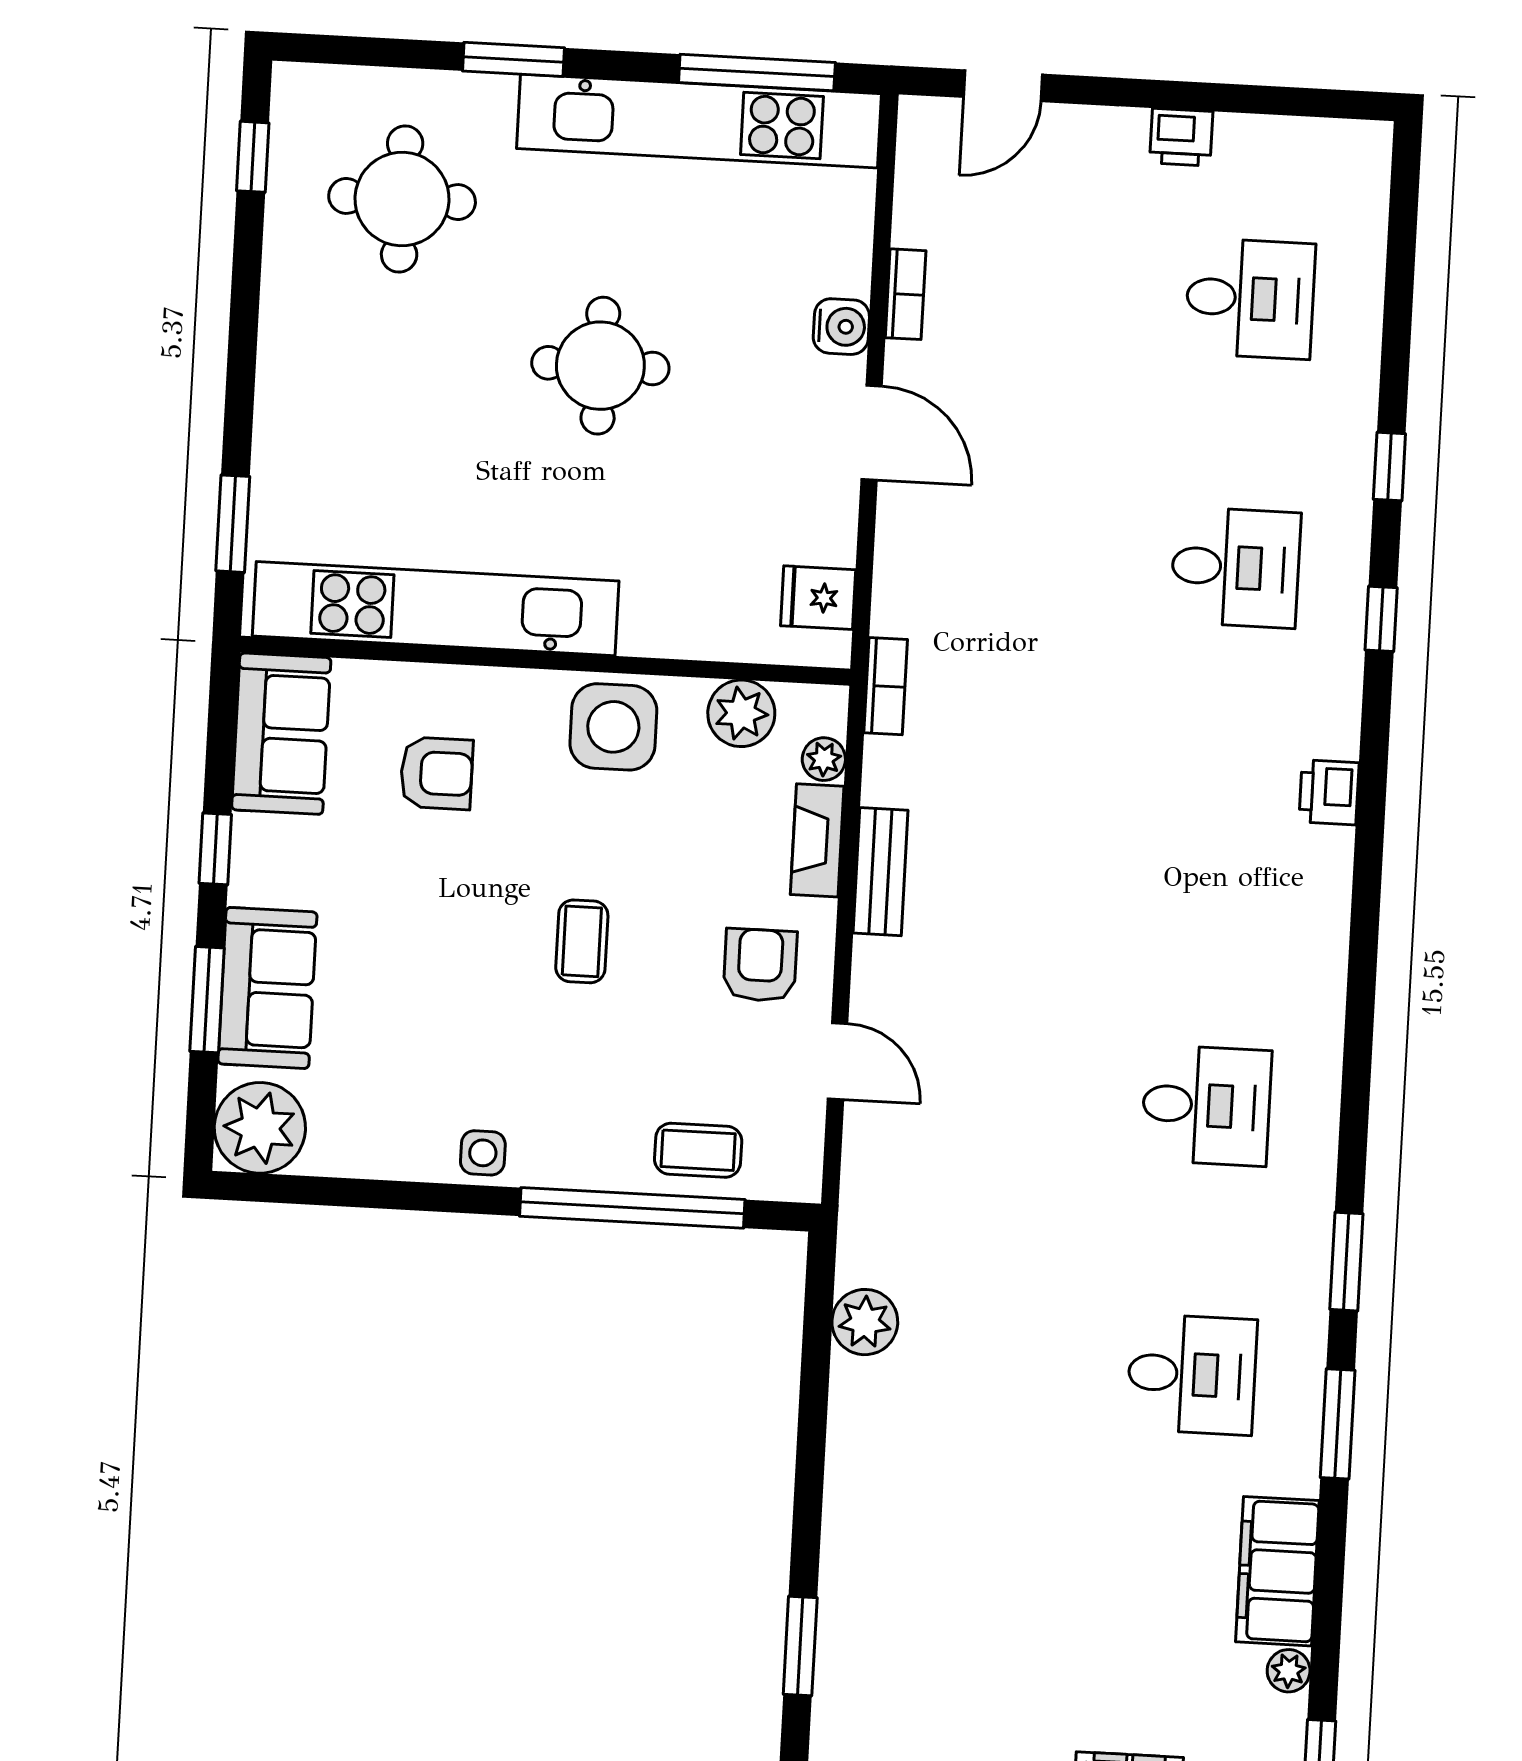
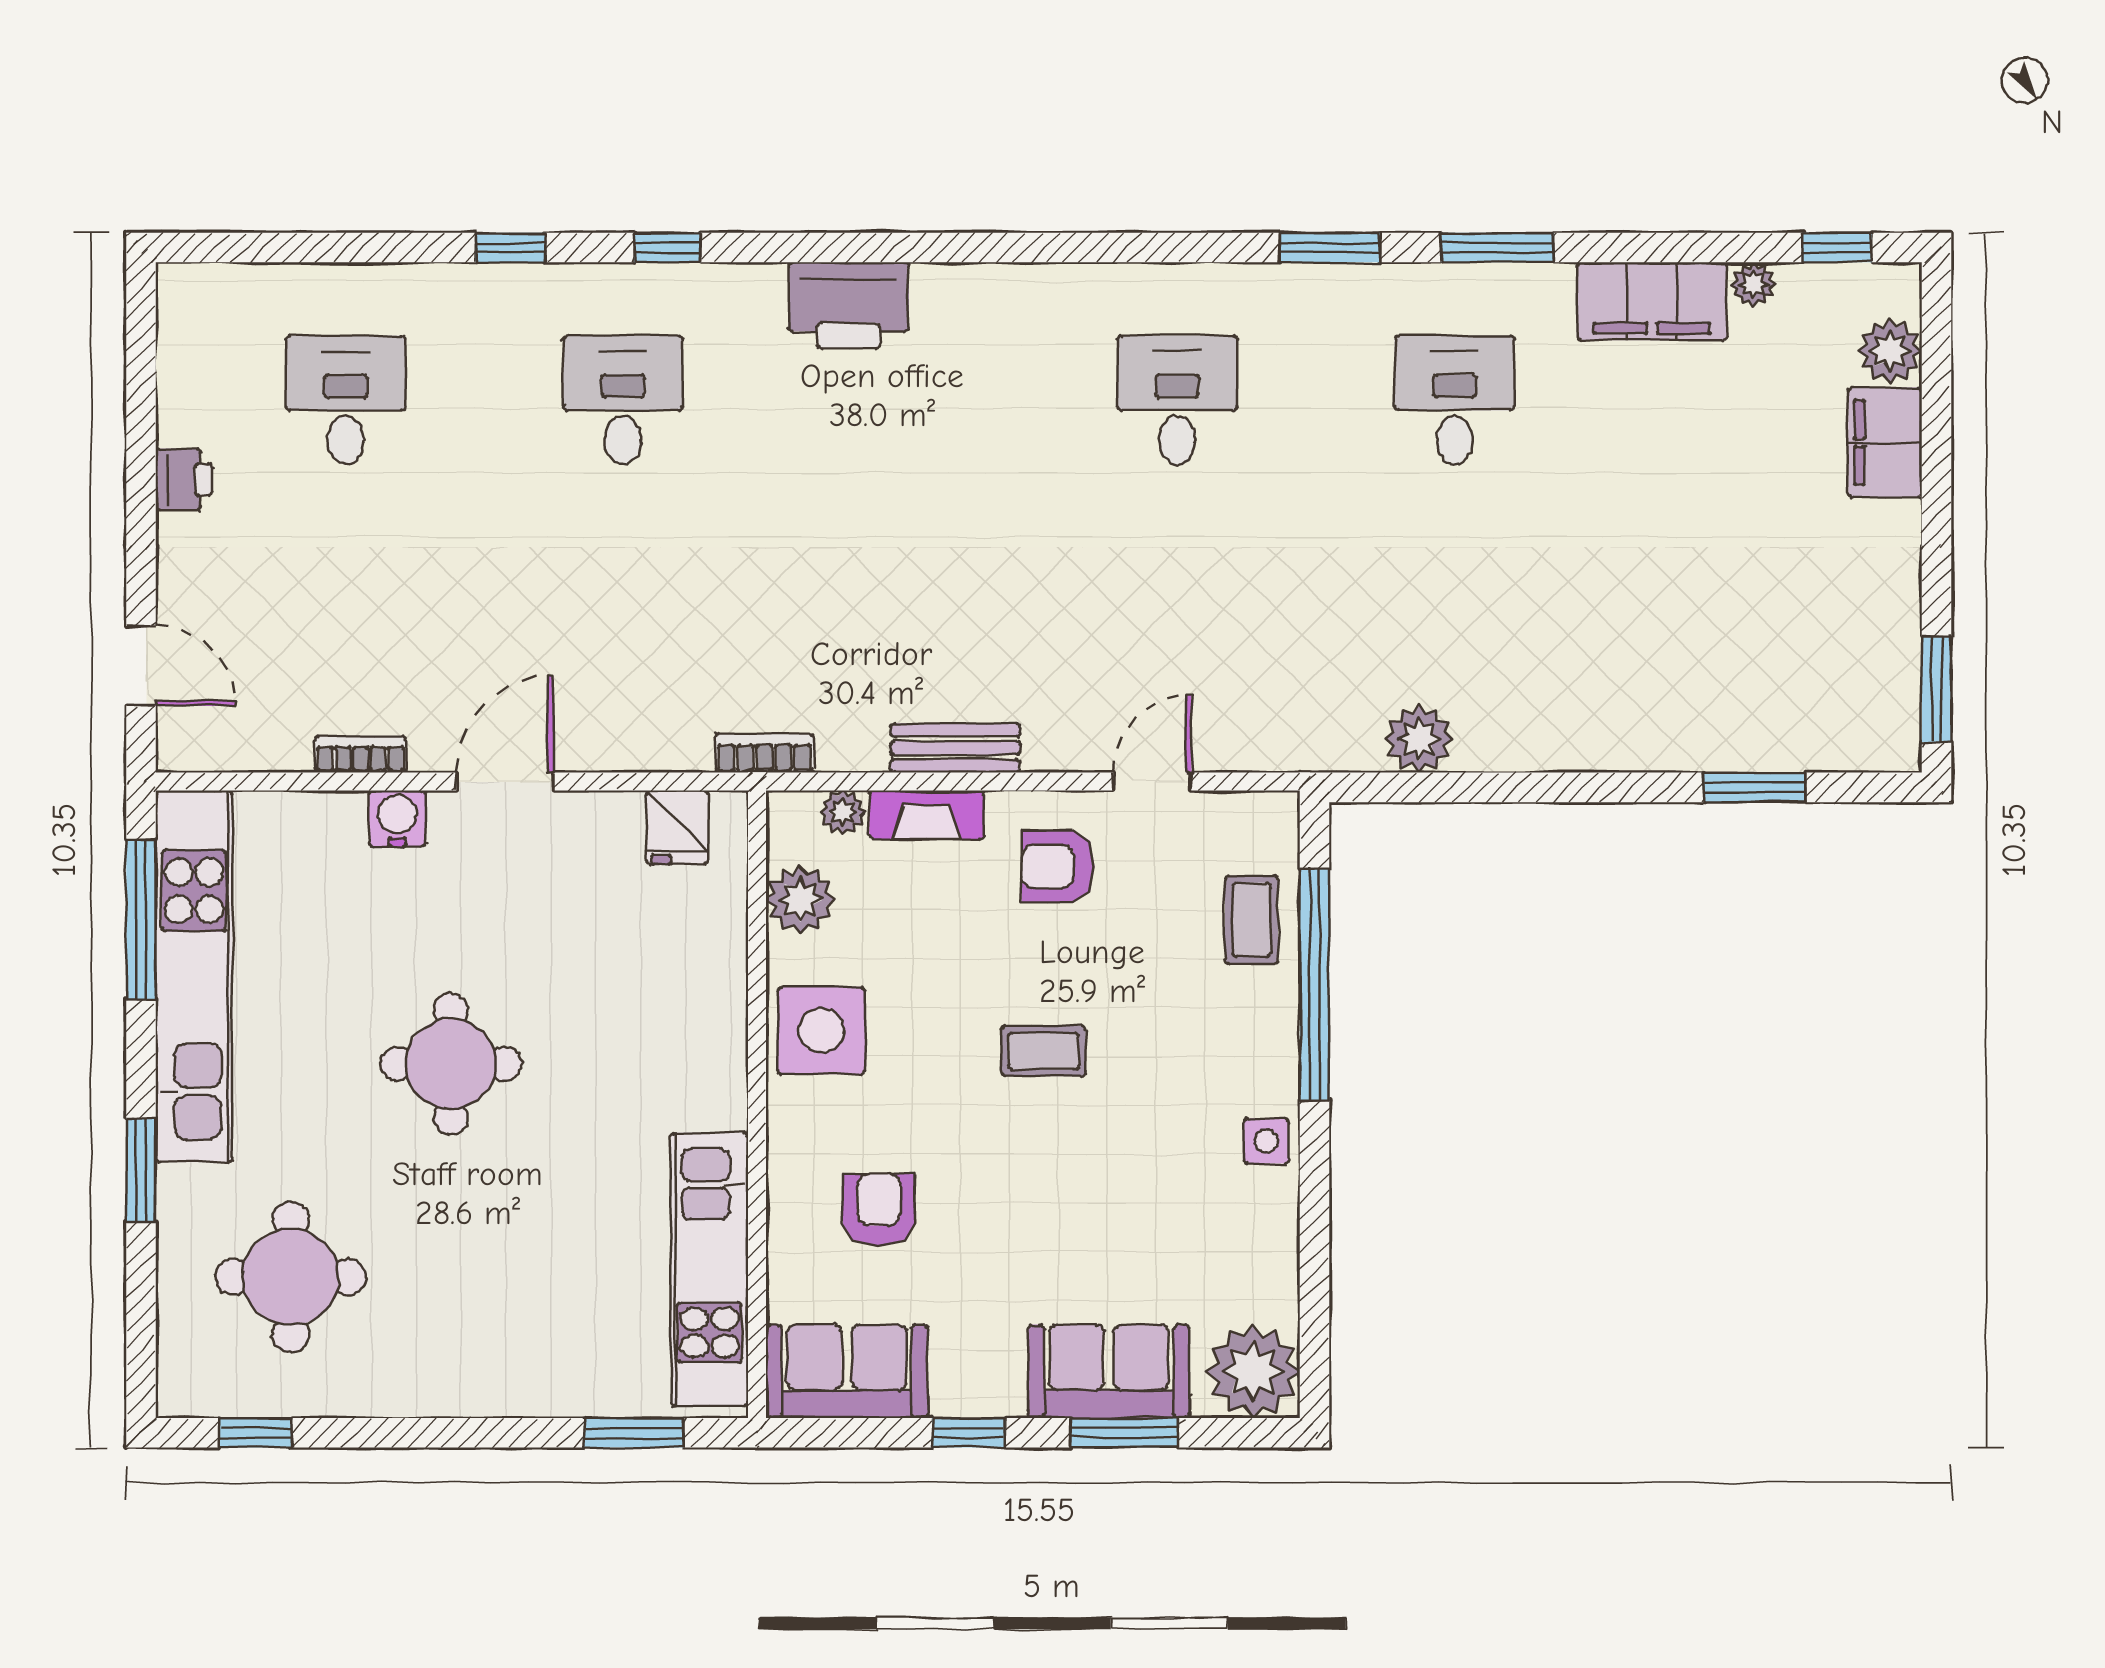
kitchen unit: (436, 609) -> (710, 1269), width x0.73
printer: (1329, 792) -> (849, 305), width x1.87, depth x1.48

